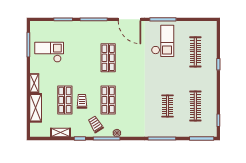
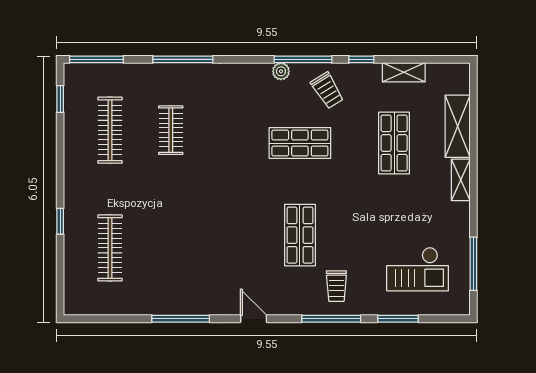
door: (129, 19) -> (254, 319), width x0.53
checkout: (163, 41) -> (181, 272), removed
checkout: (49, 52) -> (418, 269), moved
shop shelf: (108, 100) -> (300, 143), turned 90
trolley: (82, 101) -> (336, 286), moved

